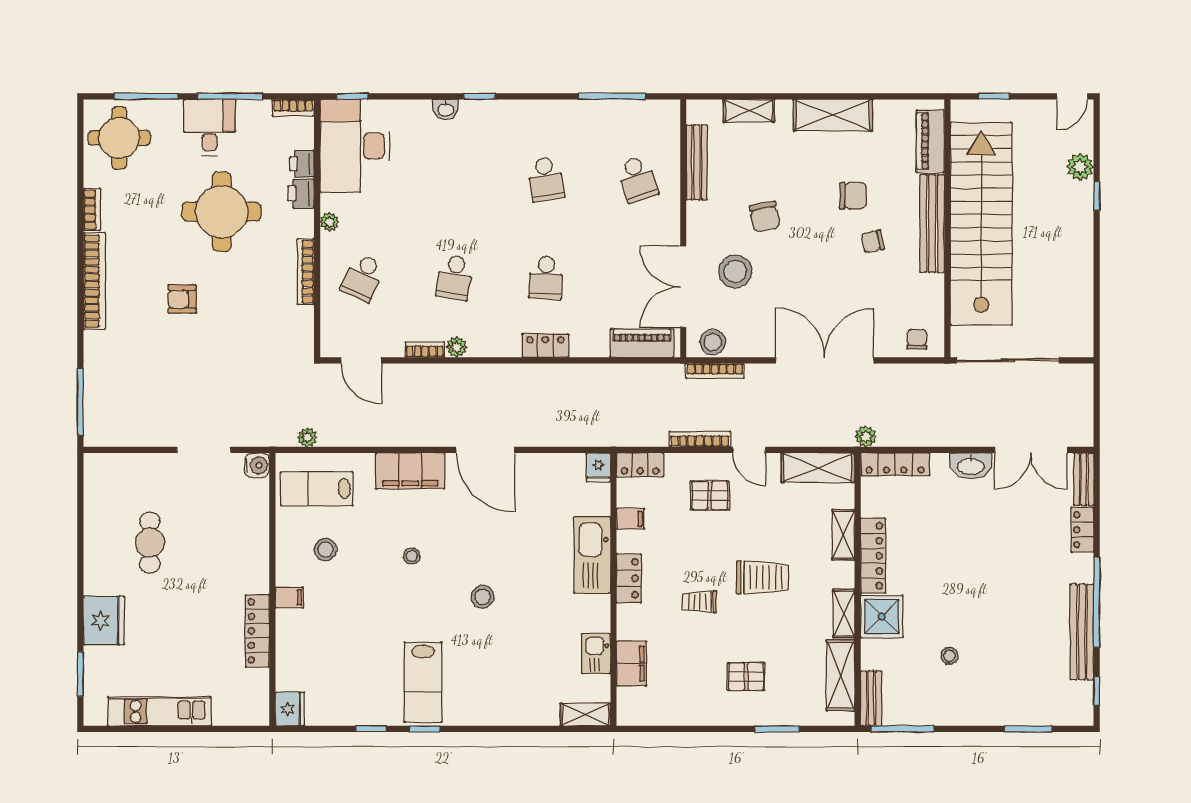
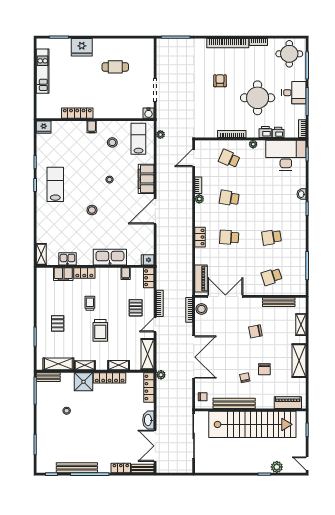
bench: (932, 223) -> (234, 403), moved
stool: (735, 271) -> (232, 319), removed
locker: (629, 578) -> (84, 273), moved
lab bench: (423, 682) -> (55, 184), turned 90

